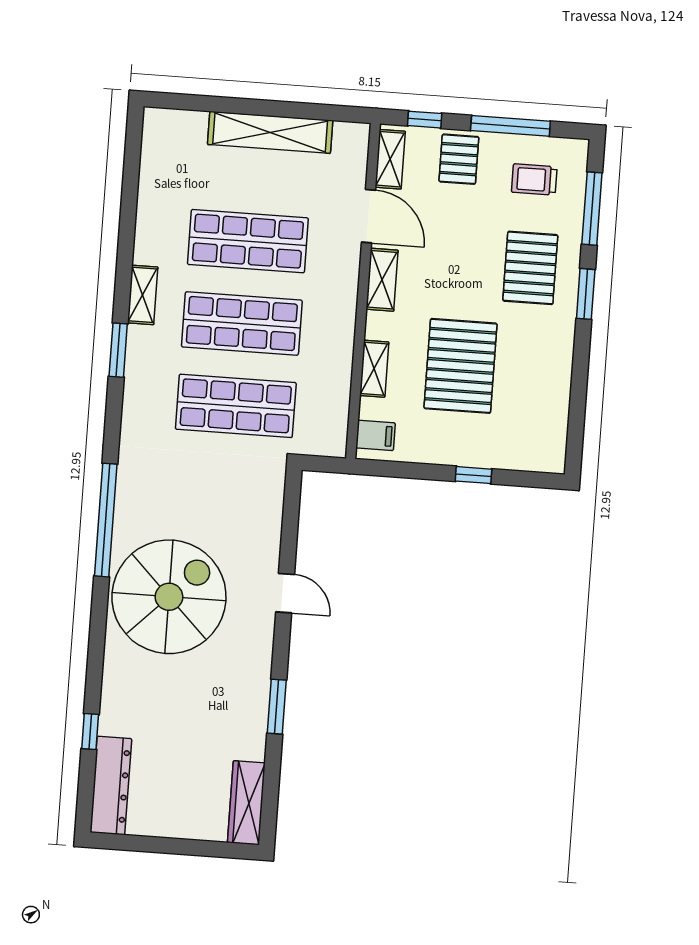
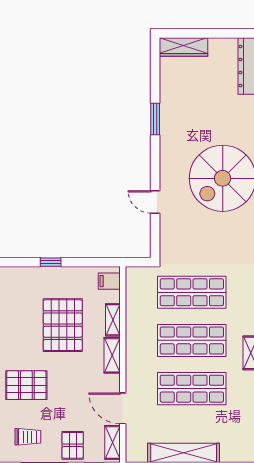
pallet: (530, 268) -> (26, 385), turned 90
shelving: (382, 280) -> (112, 355), moved
door: (285, 593) -> (155, 202), moved
wardrobe: (246, 803) -> (183, 47), moved, turned 90

